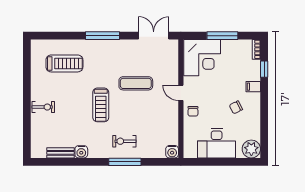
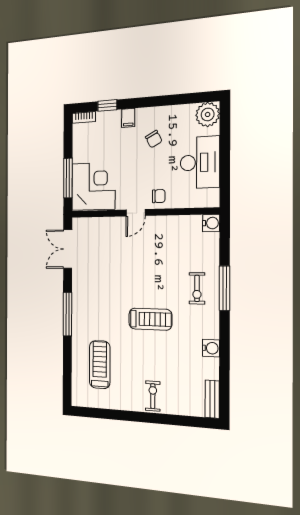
window: (222, 36) -> (68, 178), moved
exercise mat: (136, 83) -> (124, 272), removed
bench: (60, 153) -> (212, 399), moved

